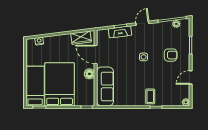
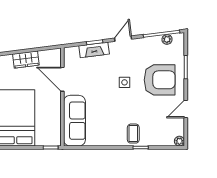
wardrobe: (81, 38) -> (26, 60), moved
armchair: (171, 55) -> (160, 80), width x1.88, depth x1.88
floor lamp: (89, 74) -> (54, 104), removed

